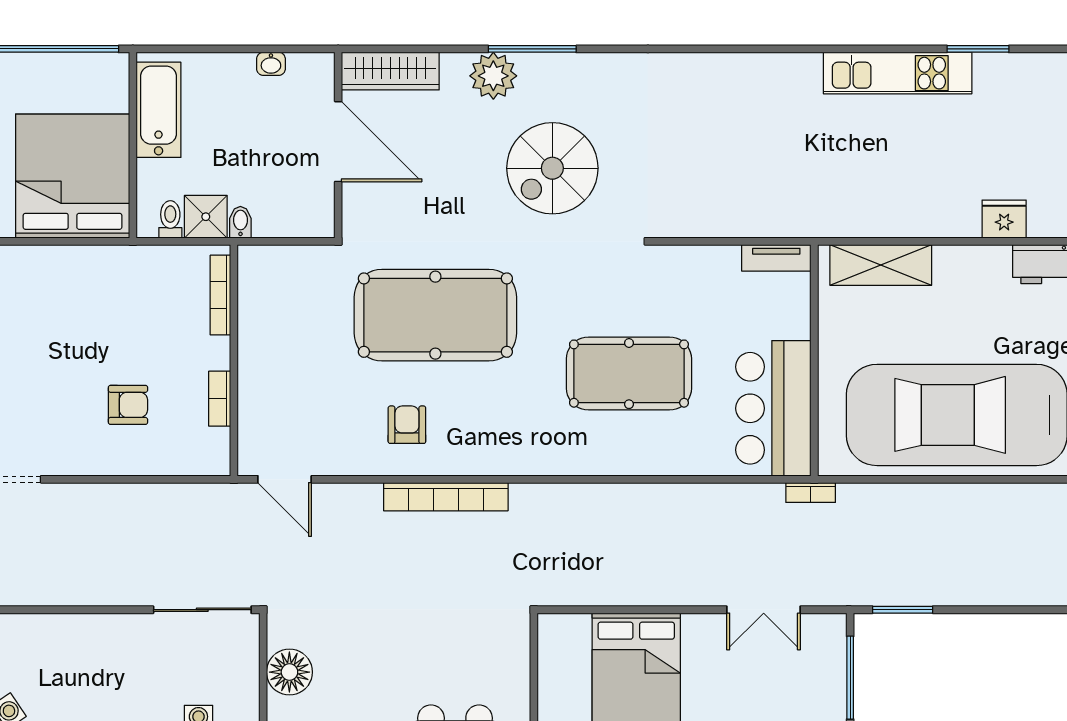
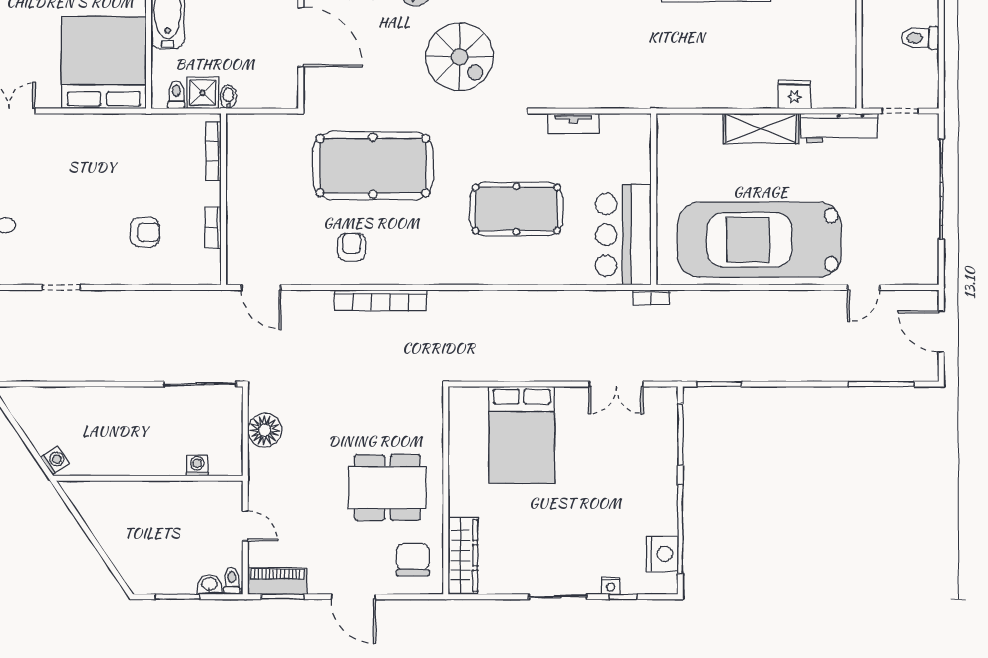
spiral stairs: (552, 168) -> (460, 57), turned -90
tv unit: (776, 258) -> (573, 123), moved
shelving: (881, 265) -> (761, 128), moved

